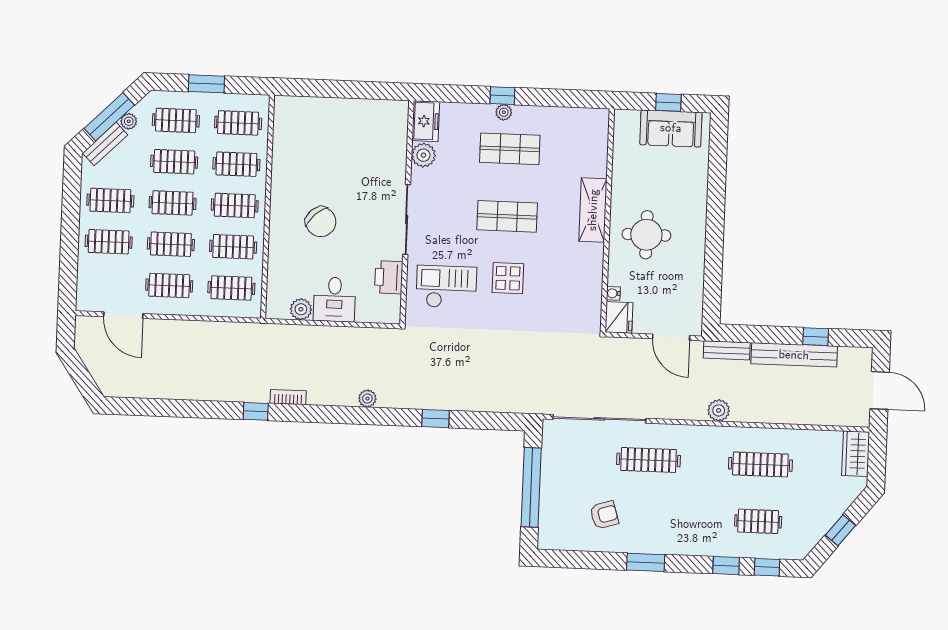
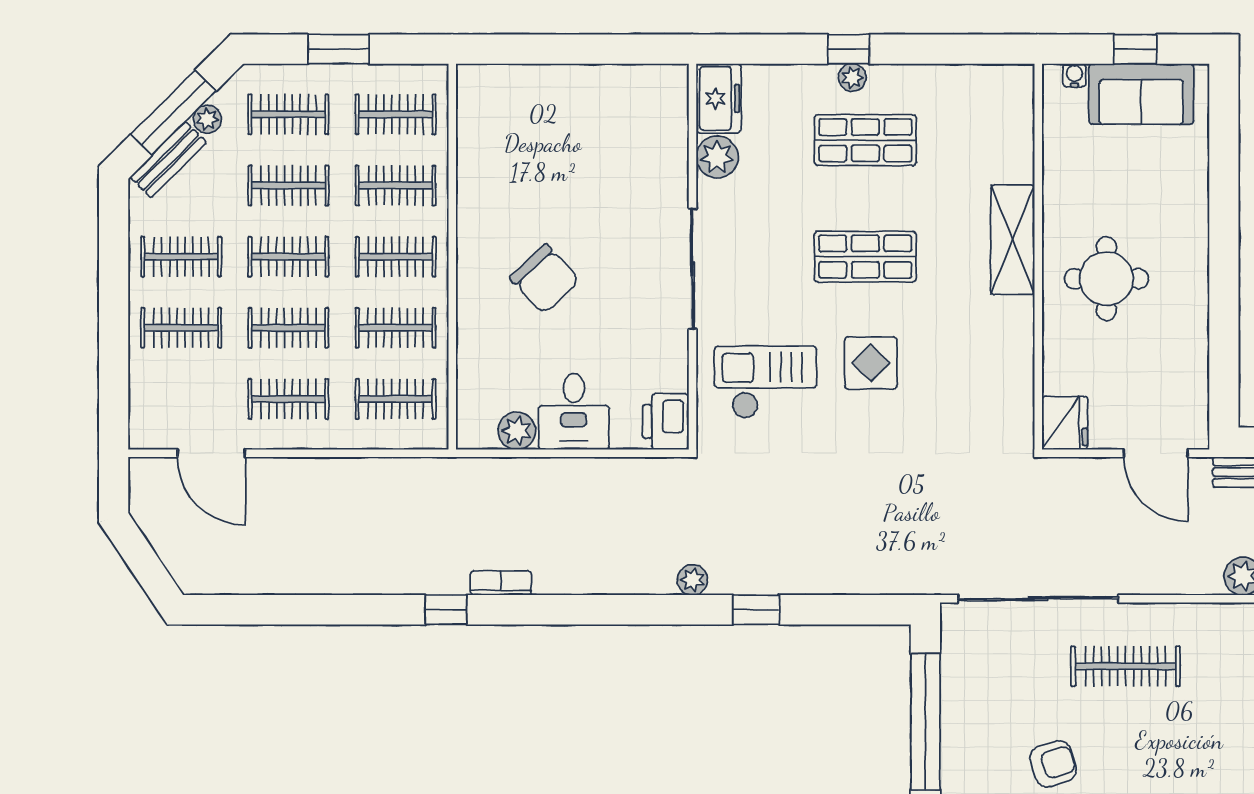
printer: (389, 277) -> (666, 422), moved
water cooler: (613, 293) -> (1074, 75), moved, turned 90
plant: (367, 399) -> (693, 580), moved

